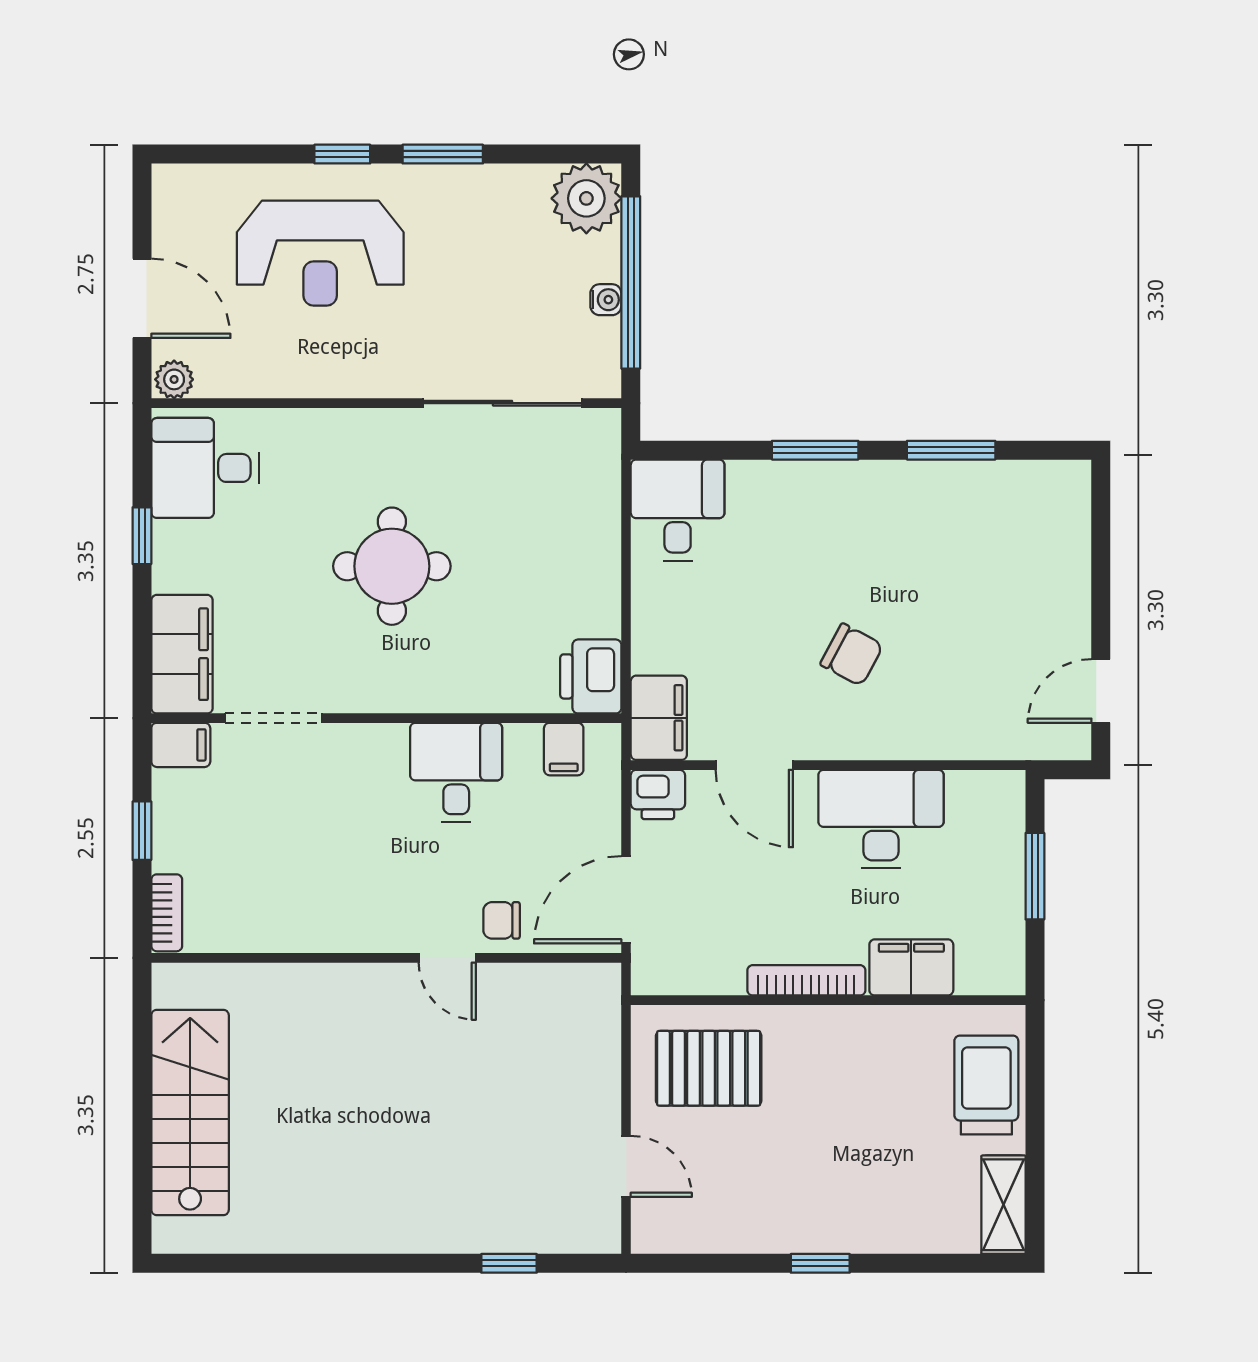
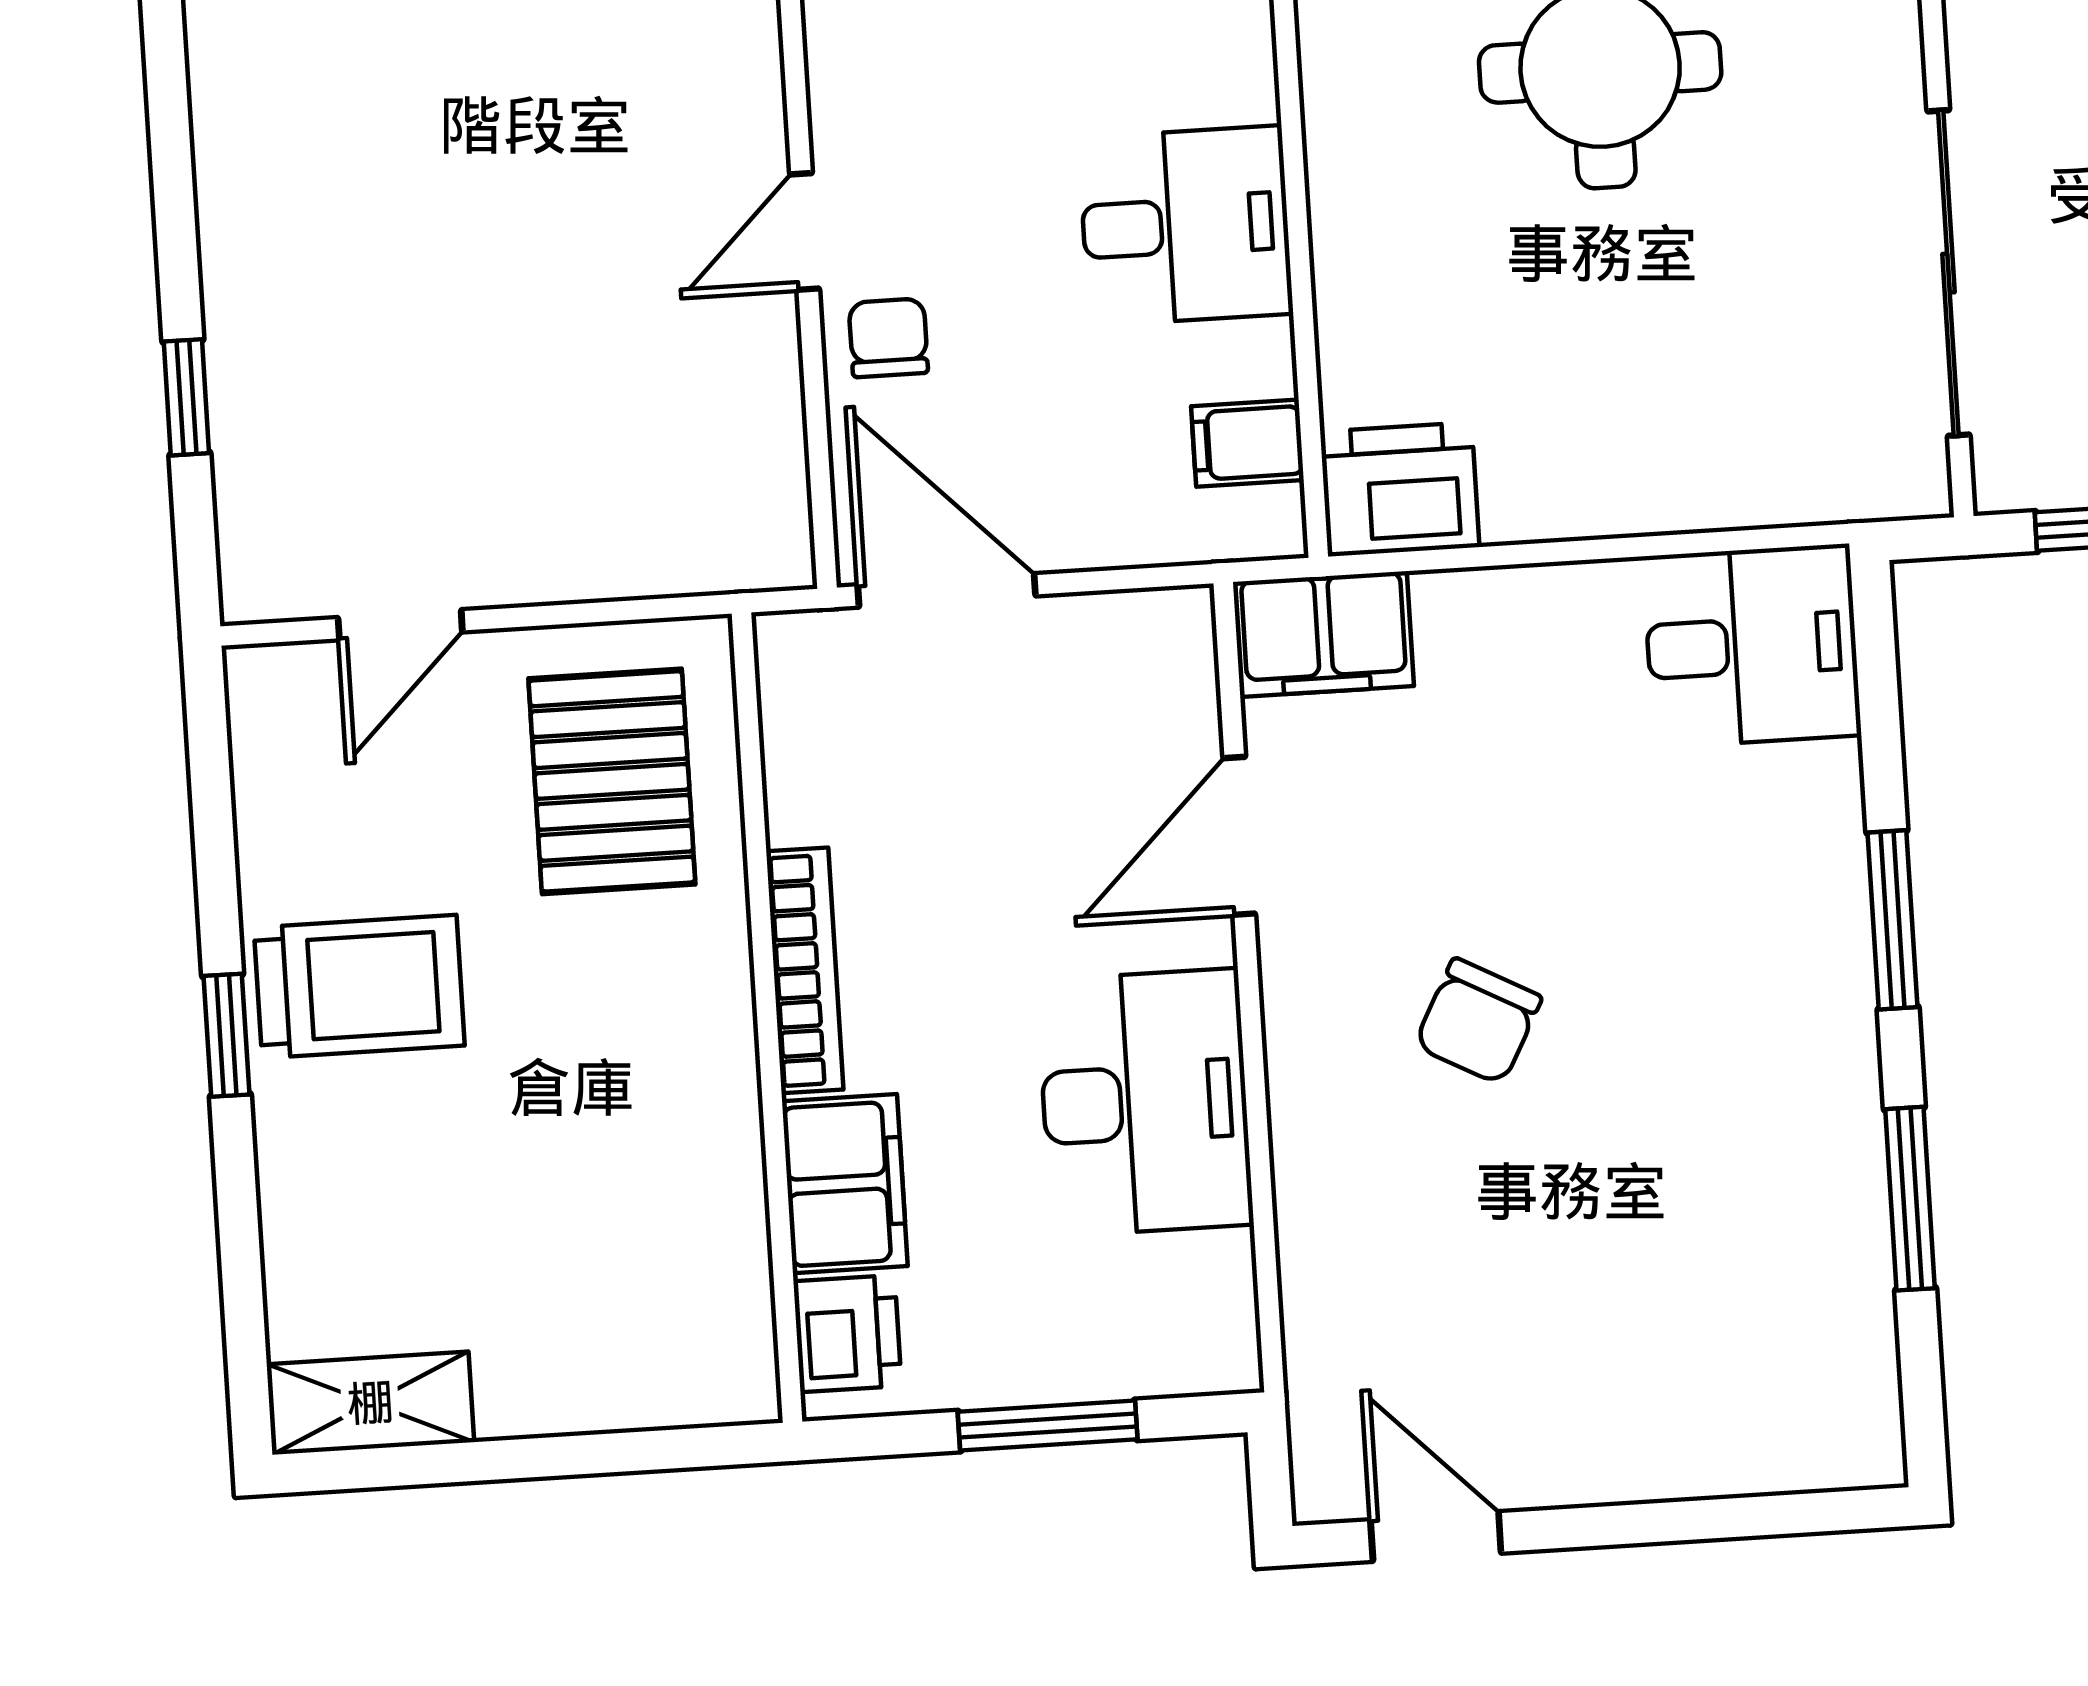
printer: (658, 794) -> (847, 1334), moved, turned 180
trolley: (986, 1085) -> (359, 987), moved

